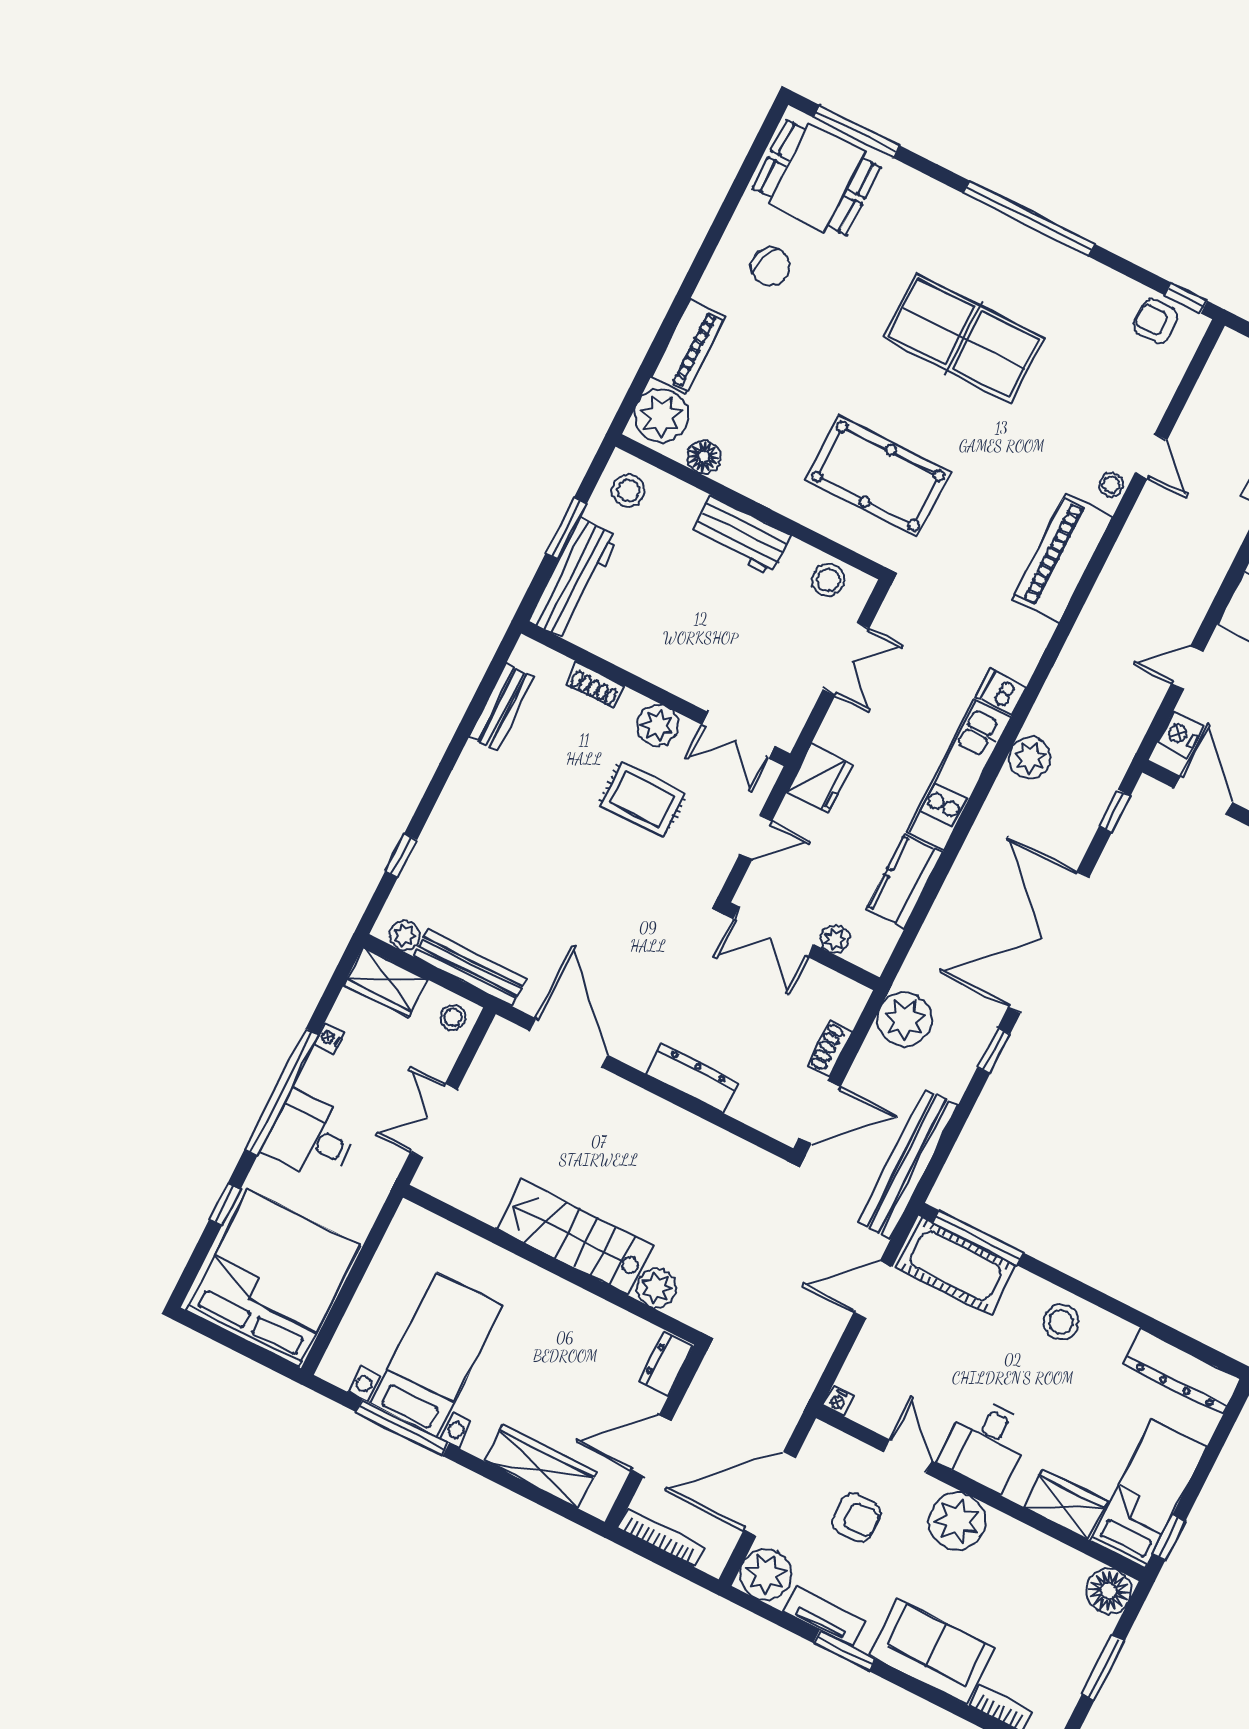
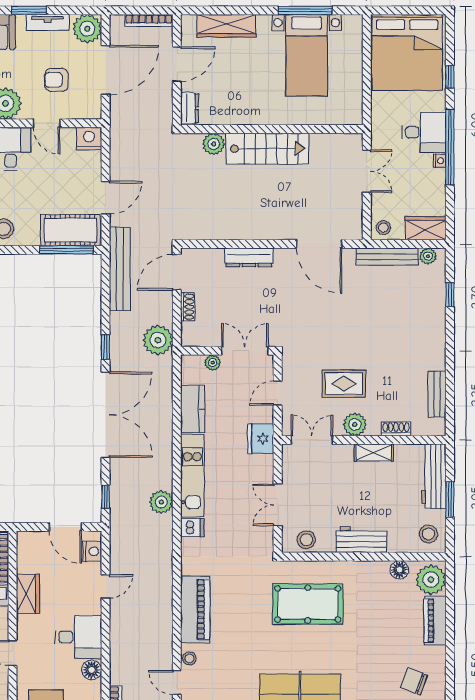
shelving: (650, 665) -> (374, 453), added
nightstand: (329, 1038) -> (440, 161), moved
nightstand: (838, 1401) -> (89, 138), width x1.89, depth x1.79

